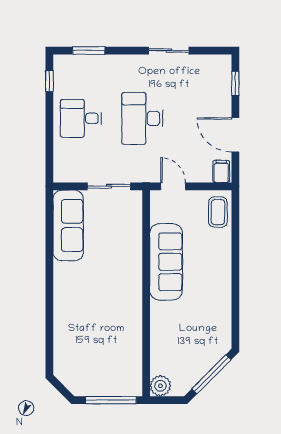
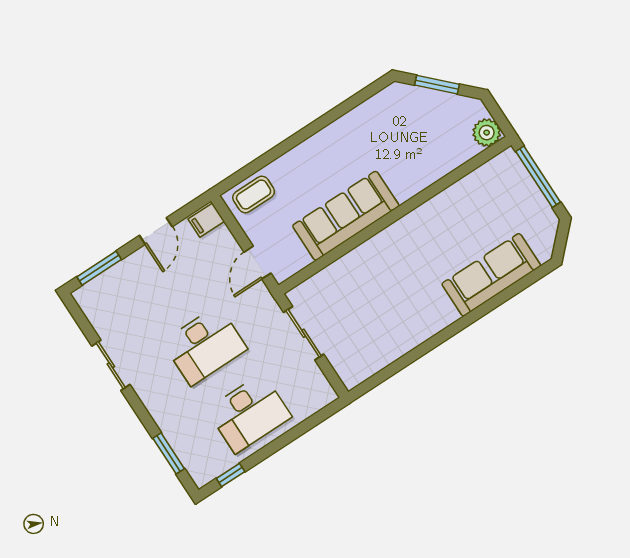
window: (235, 84) -> (99, 268), width x1.50
desk: (81, 118) -> (249, 413), width x1.37
door: (235, 135) -> (156, 231), width x0.73
sofa: (68, 225) -> (491, 275), moved
window: (211, 374) -> (437, 85), width x0.69

